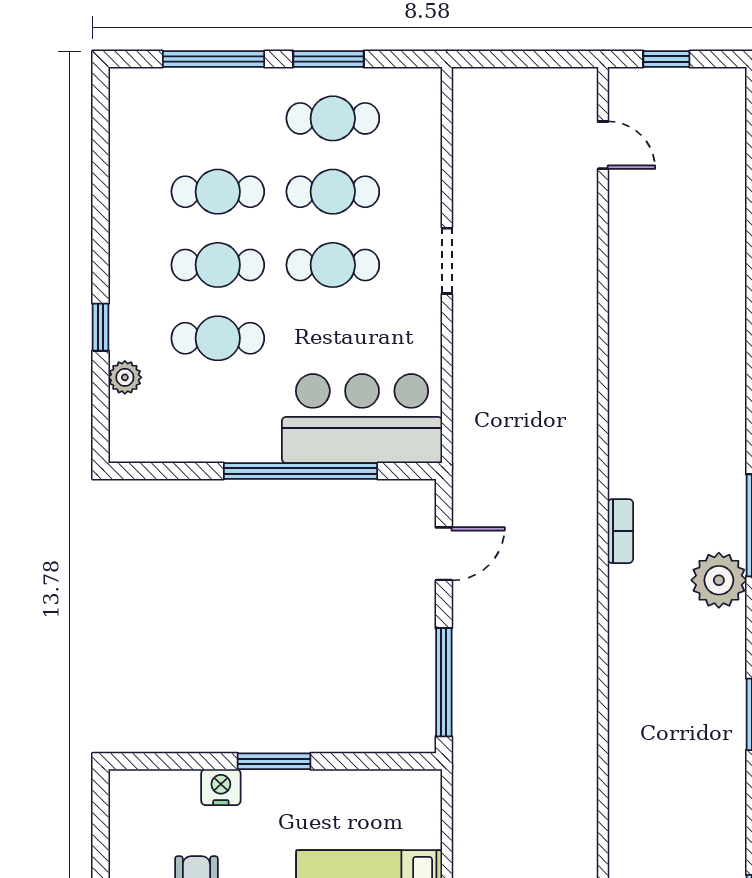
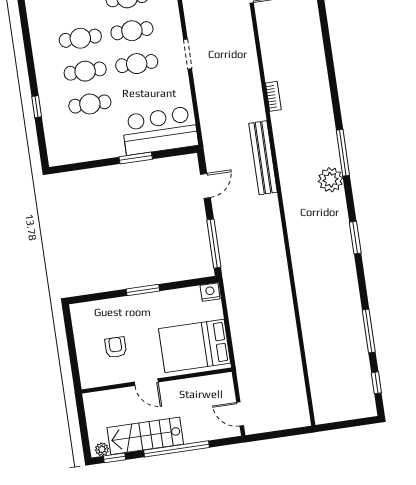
plant: (125, 377) -> (51, 128), removed
window: (301, 471) -> (136, 158), width x0.47
bench: (578, 511) -> (263, 158), added
bookcase: (620, 531) -> (273, 96), moved
nightstand: (221, 787) -> (210, 292), moved

